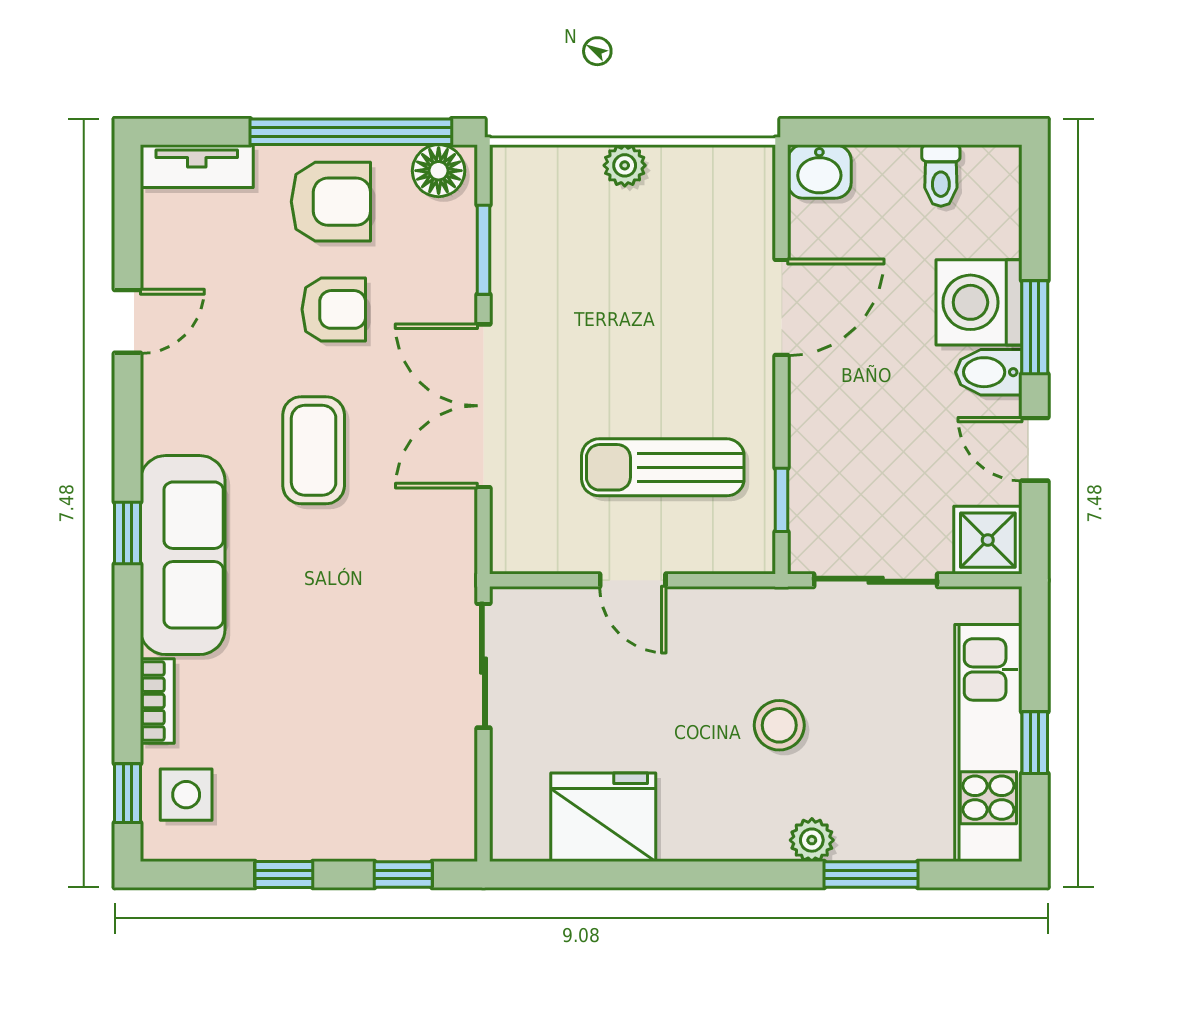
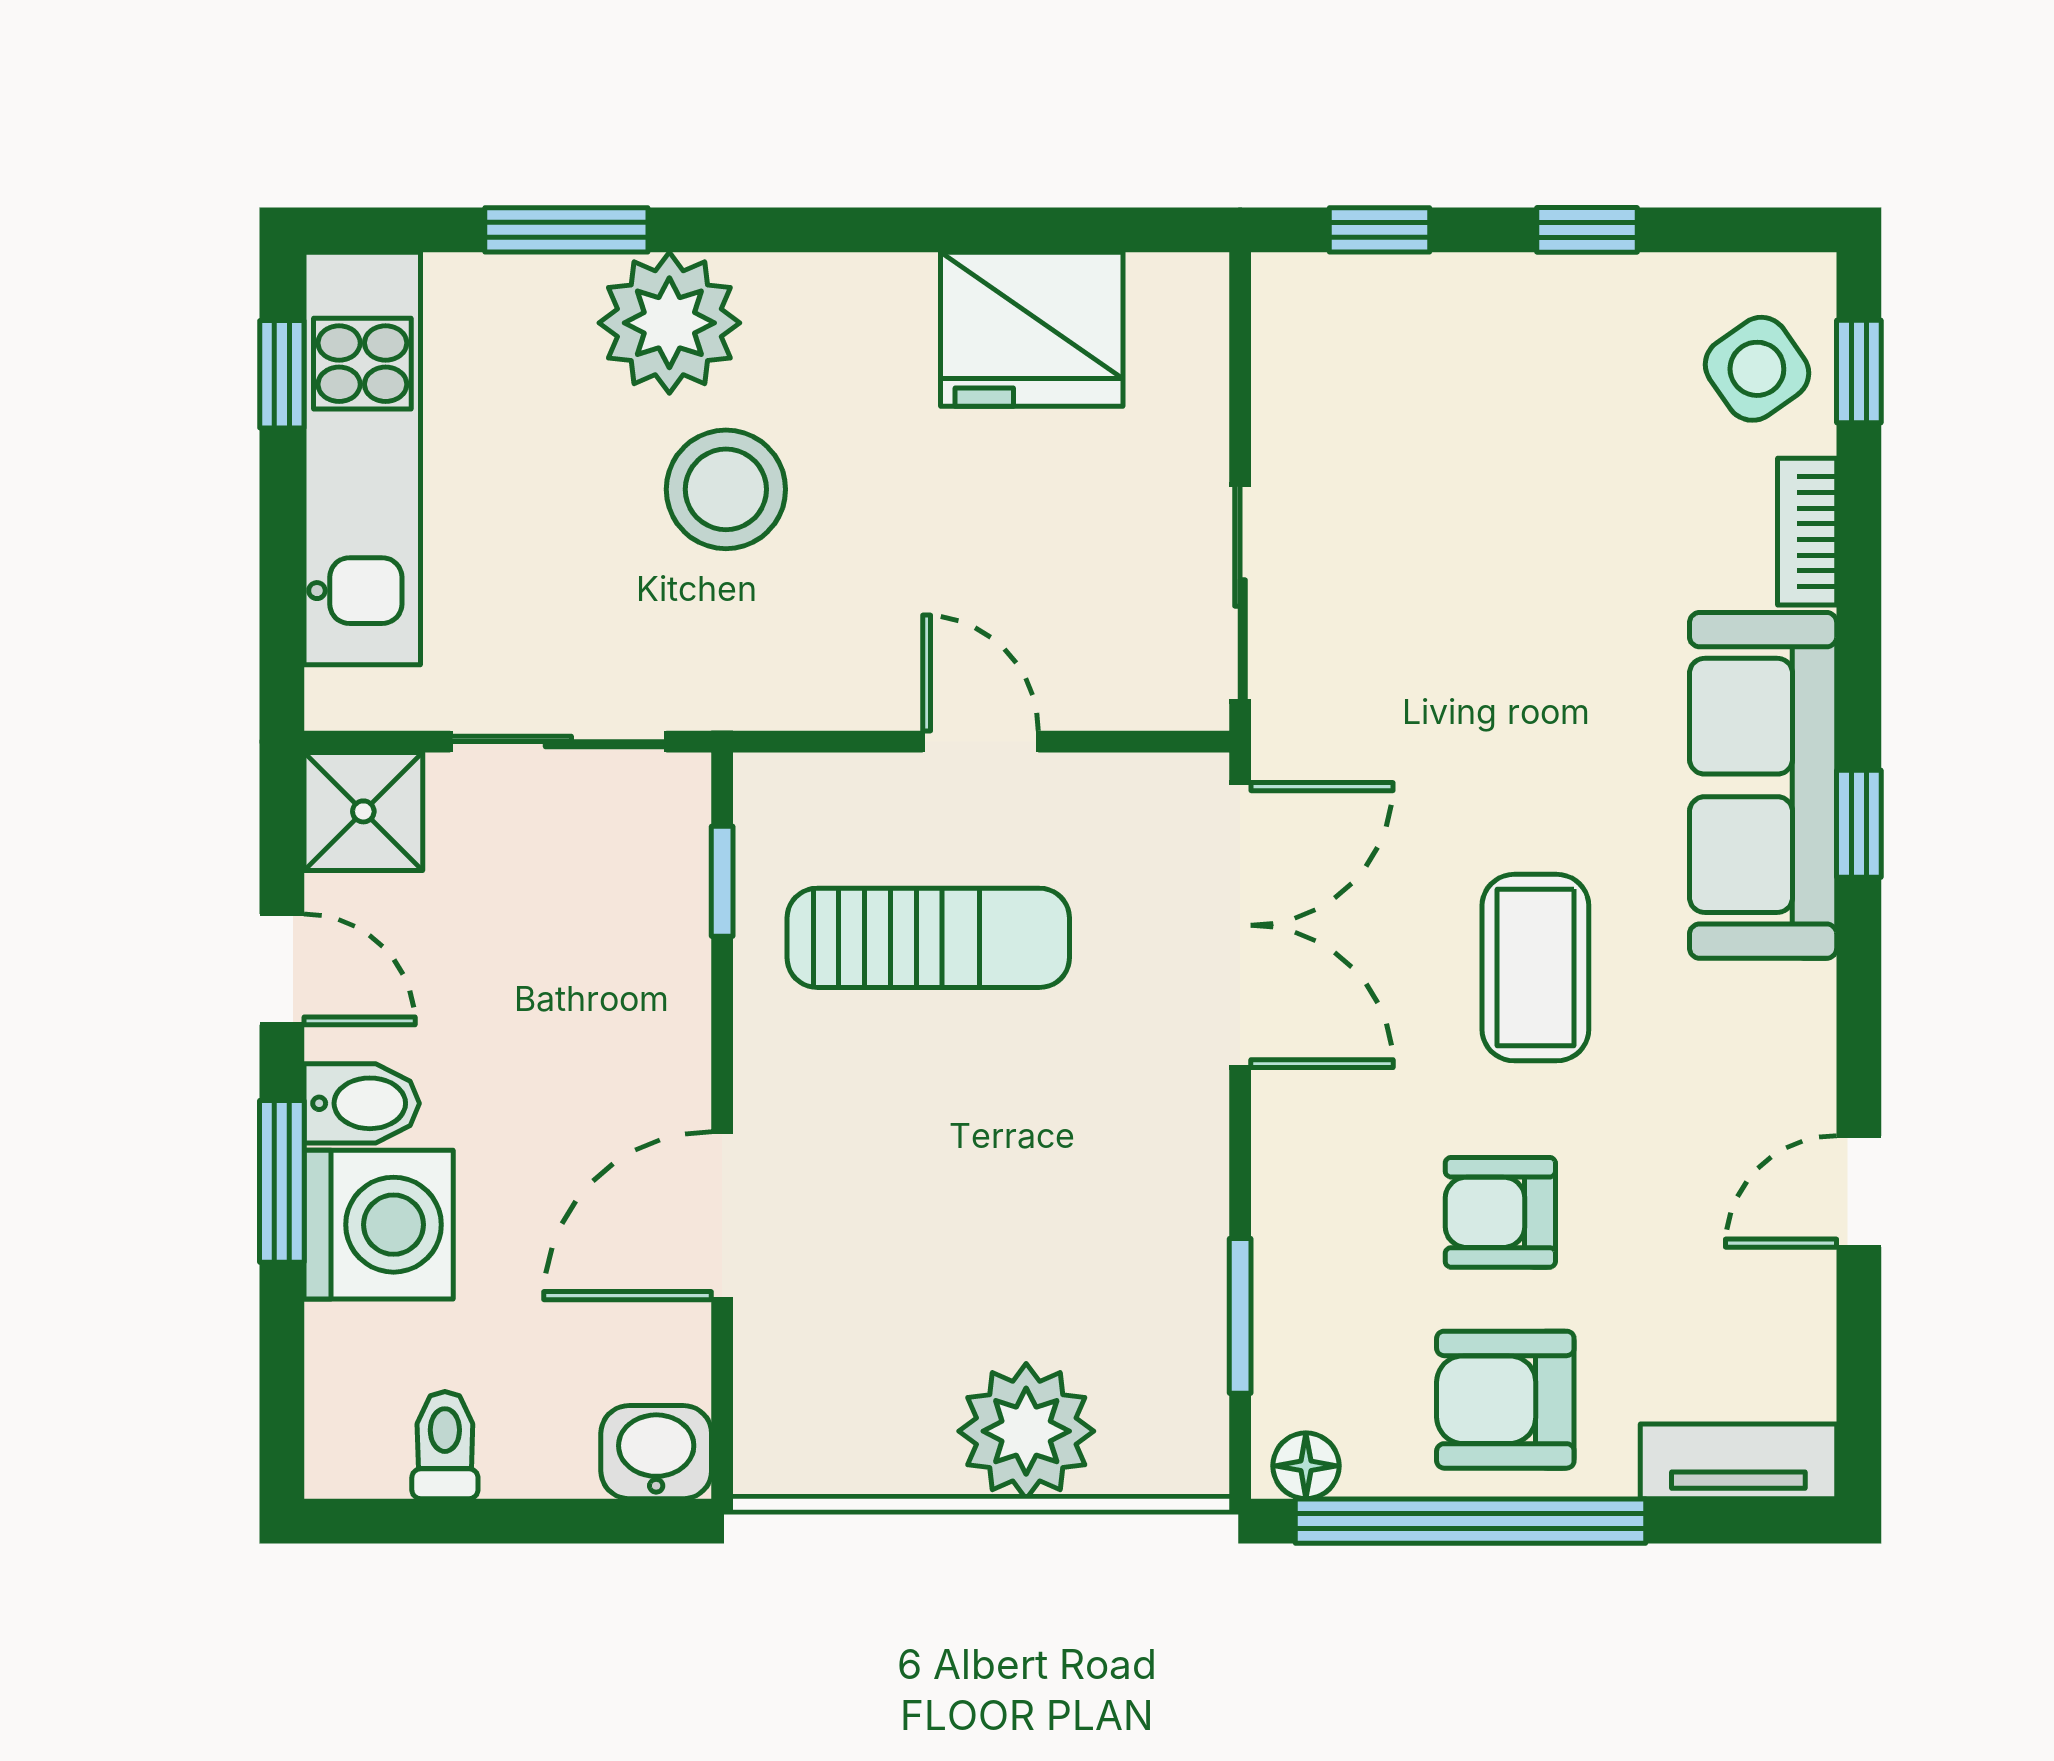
plant: (625, 165) -> (1026, 1431), width x1.87, depth x1.87
floor lamp: (439, 171) -> (1306, 1466), width x0.73, depth x0.73
double door: (483, 406) -> (1240, 925), moved
stool: (779, 725) -> (726, 489), width x1.38, depth x1.38
window: (1035, 743) -> (282, 374), moved
side table: (186, 795) -> (1757, 369), turned -35
plant: (812, 840) -> (669, 323), width x1.88, depth x1.88

